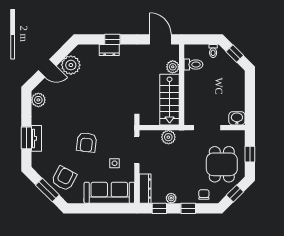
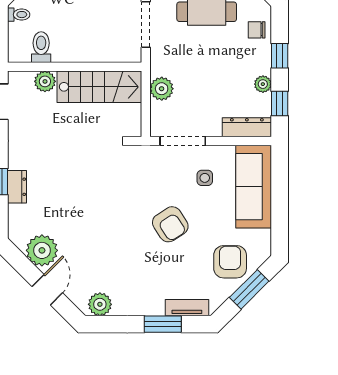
tv unit: (36, 138) -> (187, 308), moved
armchair: (87, 142) -> (170, 224), turned 50
armchair: (64, 178) -> (230, 262), turned 62

